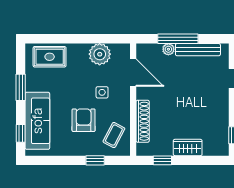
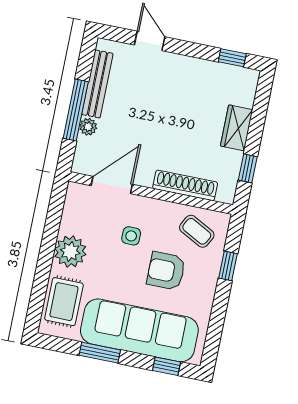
plant: (100, 54) -> (70, 252), moved
sofa: (37, 121) -> (139, 330), width x1.36, depth x1.27

